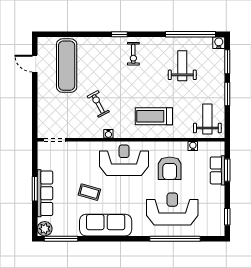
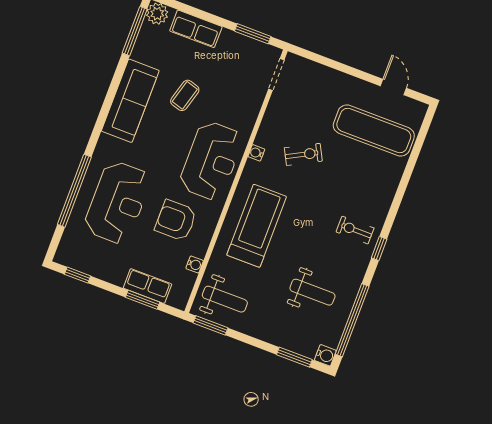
window: (119, 34) -> (379, 248), moved
door: (35, 64) -> (393, 87), hinge flipped
window: (227, 94) -> (211, 325), moved
treadmill: (154, 116) -> (257, 226), width x1.37, depth x1.38
window: (35, 189) -> (253, 34), moved
row of seats: (45, 193) -> (196, 29), width x0.68

